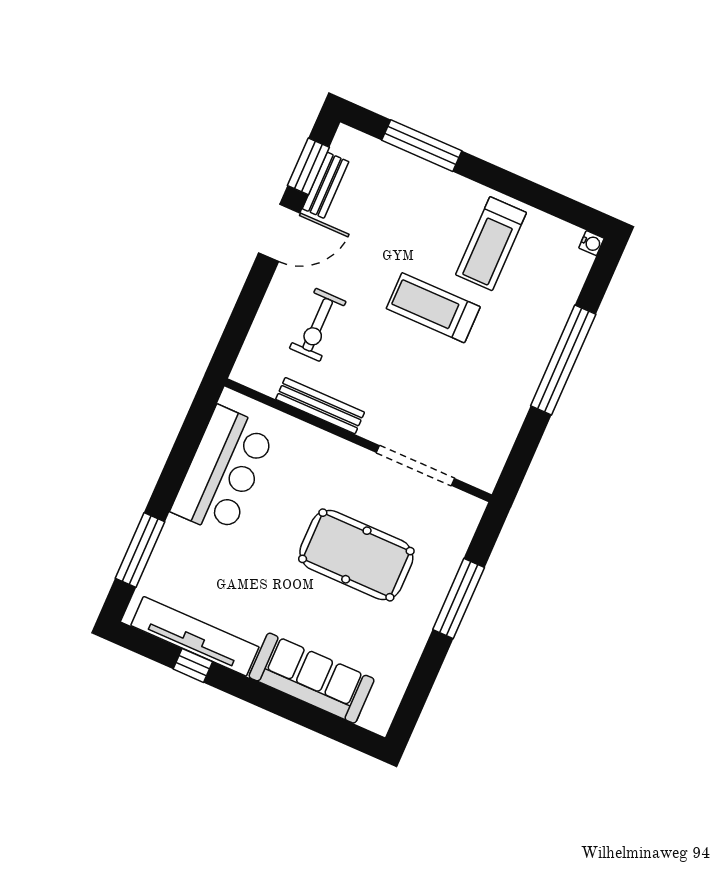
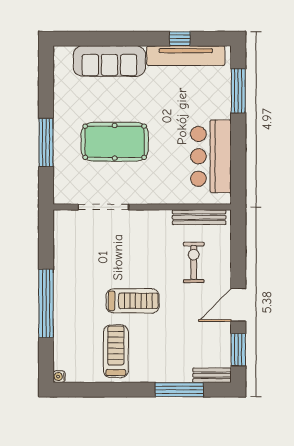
bench: (326, 185) -> (212, 375), moved, turned 90
bench: (320, 406) -> (199, 217), moved

